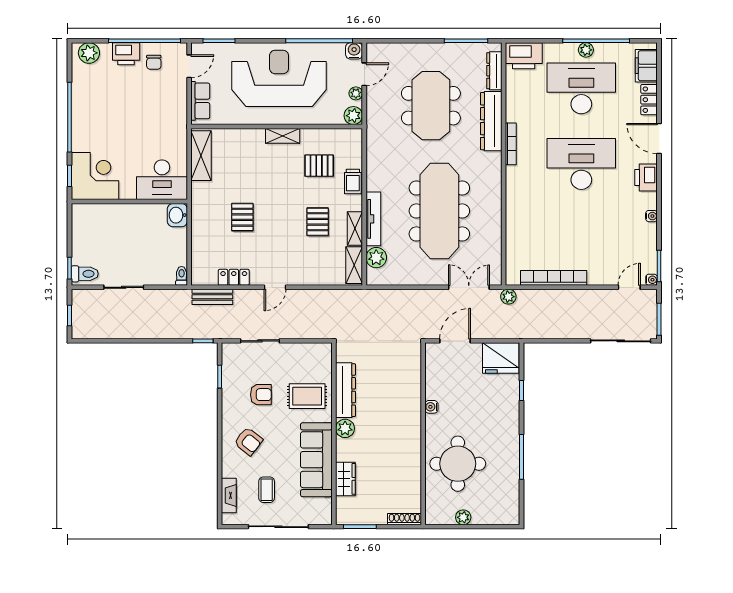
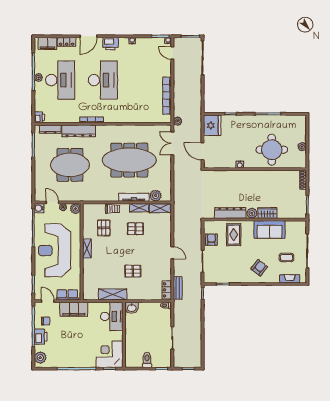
printer: (524, 56) -> (39, 117), width x0.53, depth x0.68
desk: (581, 88) -> (60, 80), turned 180
filing cabinet: (175, 113) -> (74, 309), added
shelving: (201, 156) -> (113, 294), moved
desk: (581, 164) -> (103, 80), turned 180
toilet: (85, 274) -> (147, 360), moved
locker: (234, 277) -> (167, 290), moved
armchair: (261, 395) -> (211, 240), moved
sofa: (316, 460) -> (270, 229), width x0.73
wardrobe: (345, 479) -> (267, 213), moved

